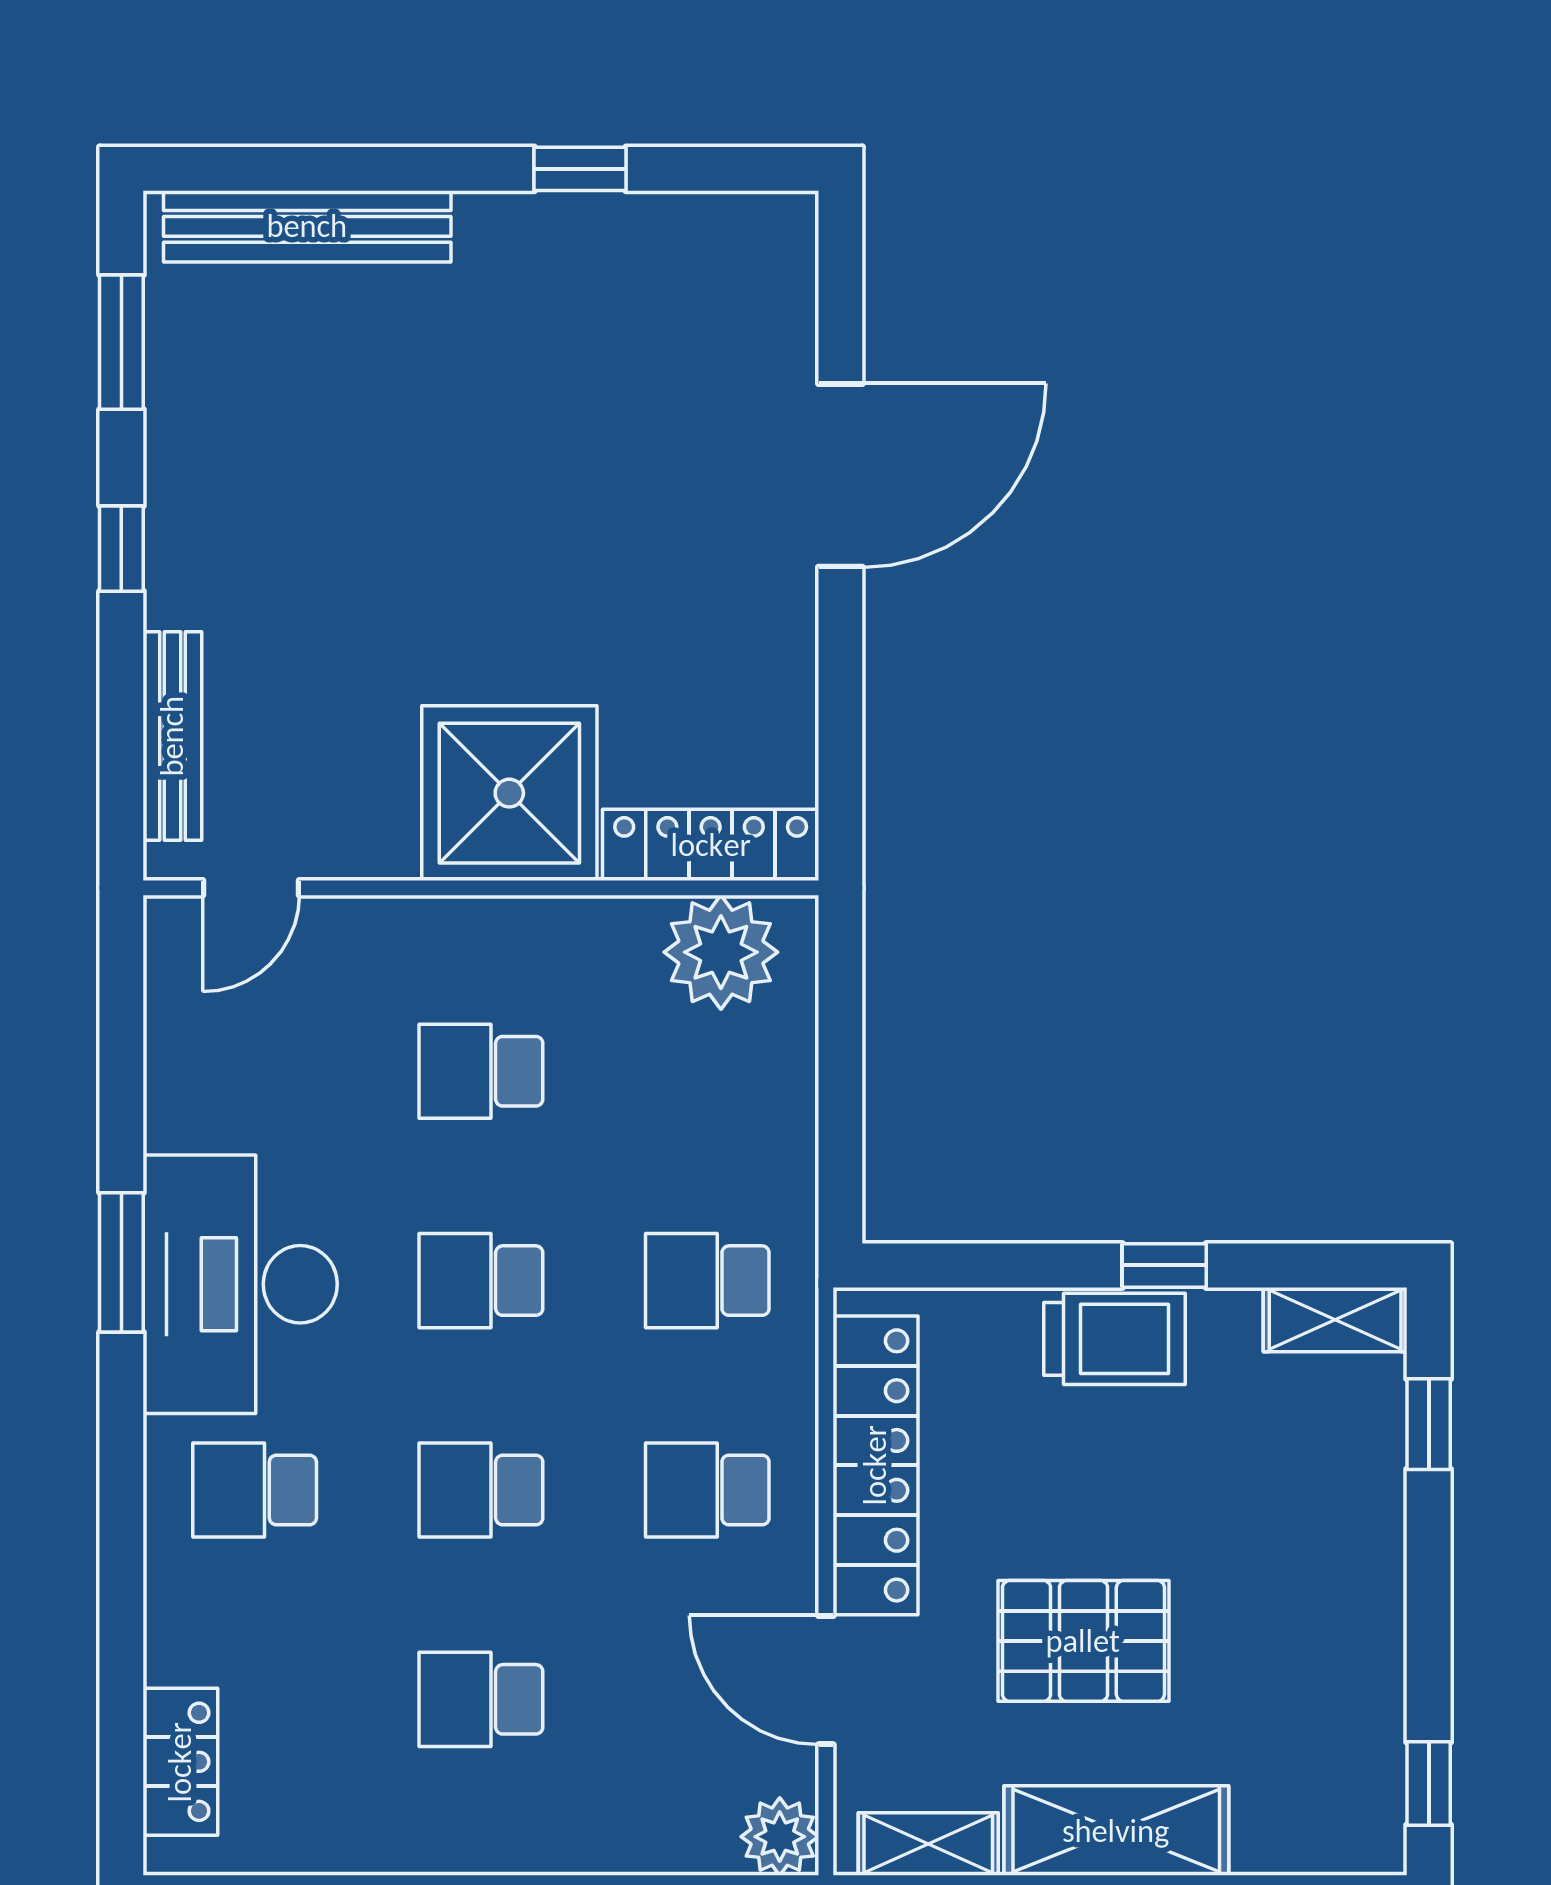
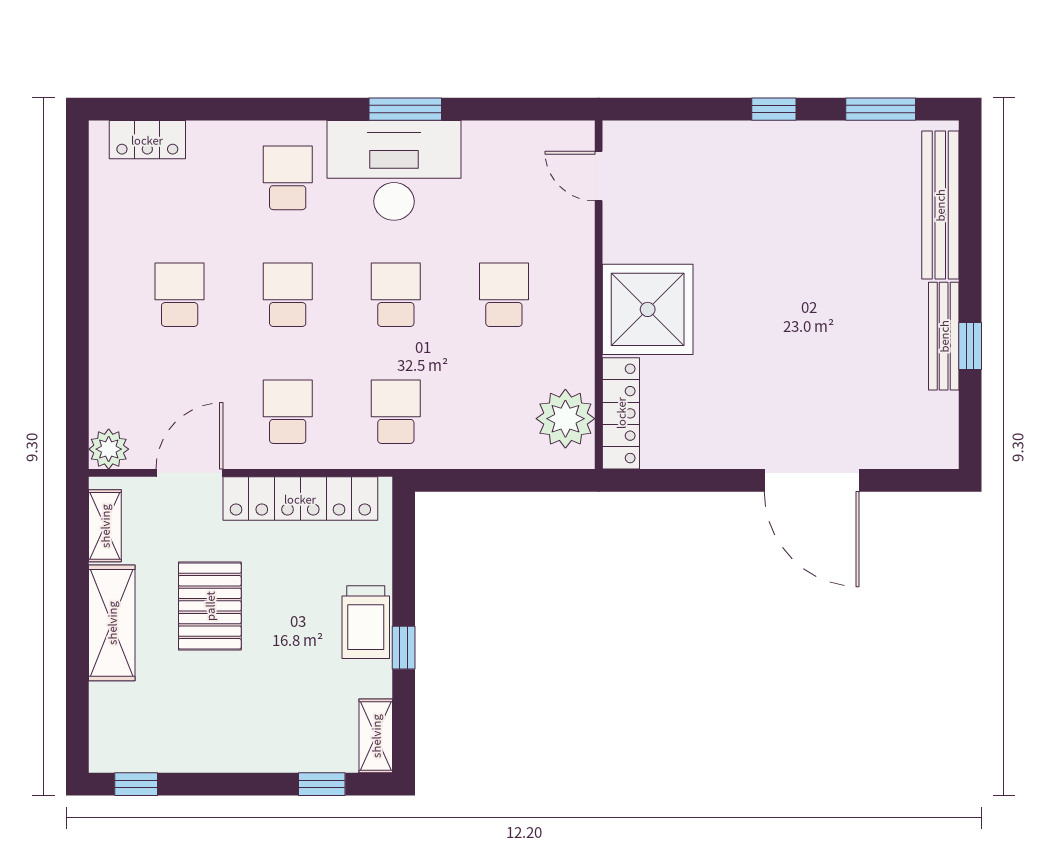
bench: (172, 736) -> (944, 336), moved, turned 90

